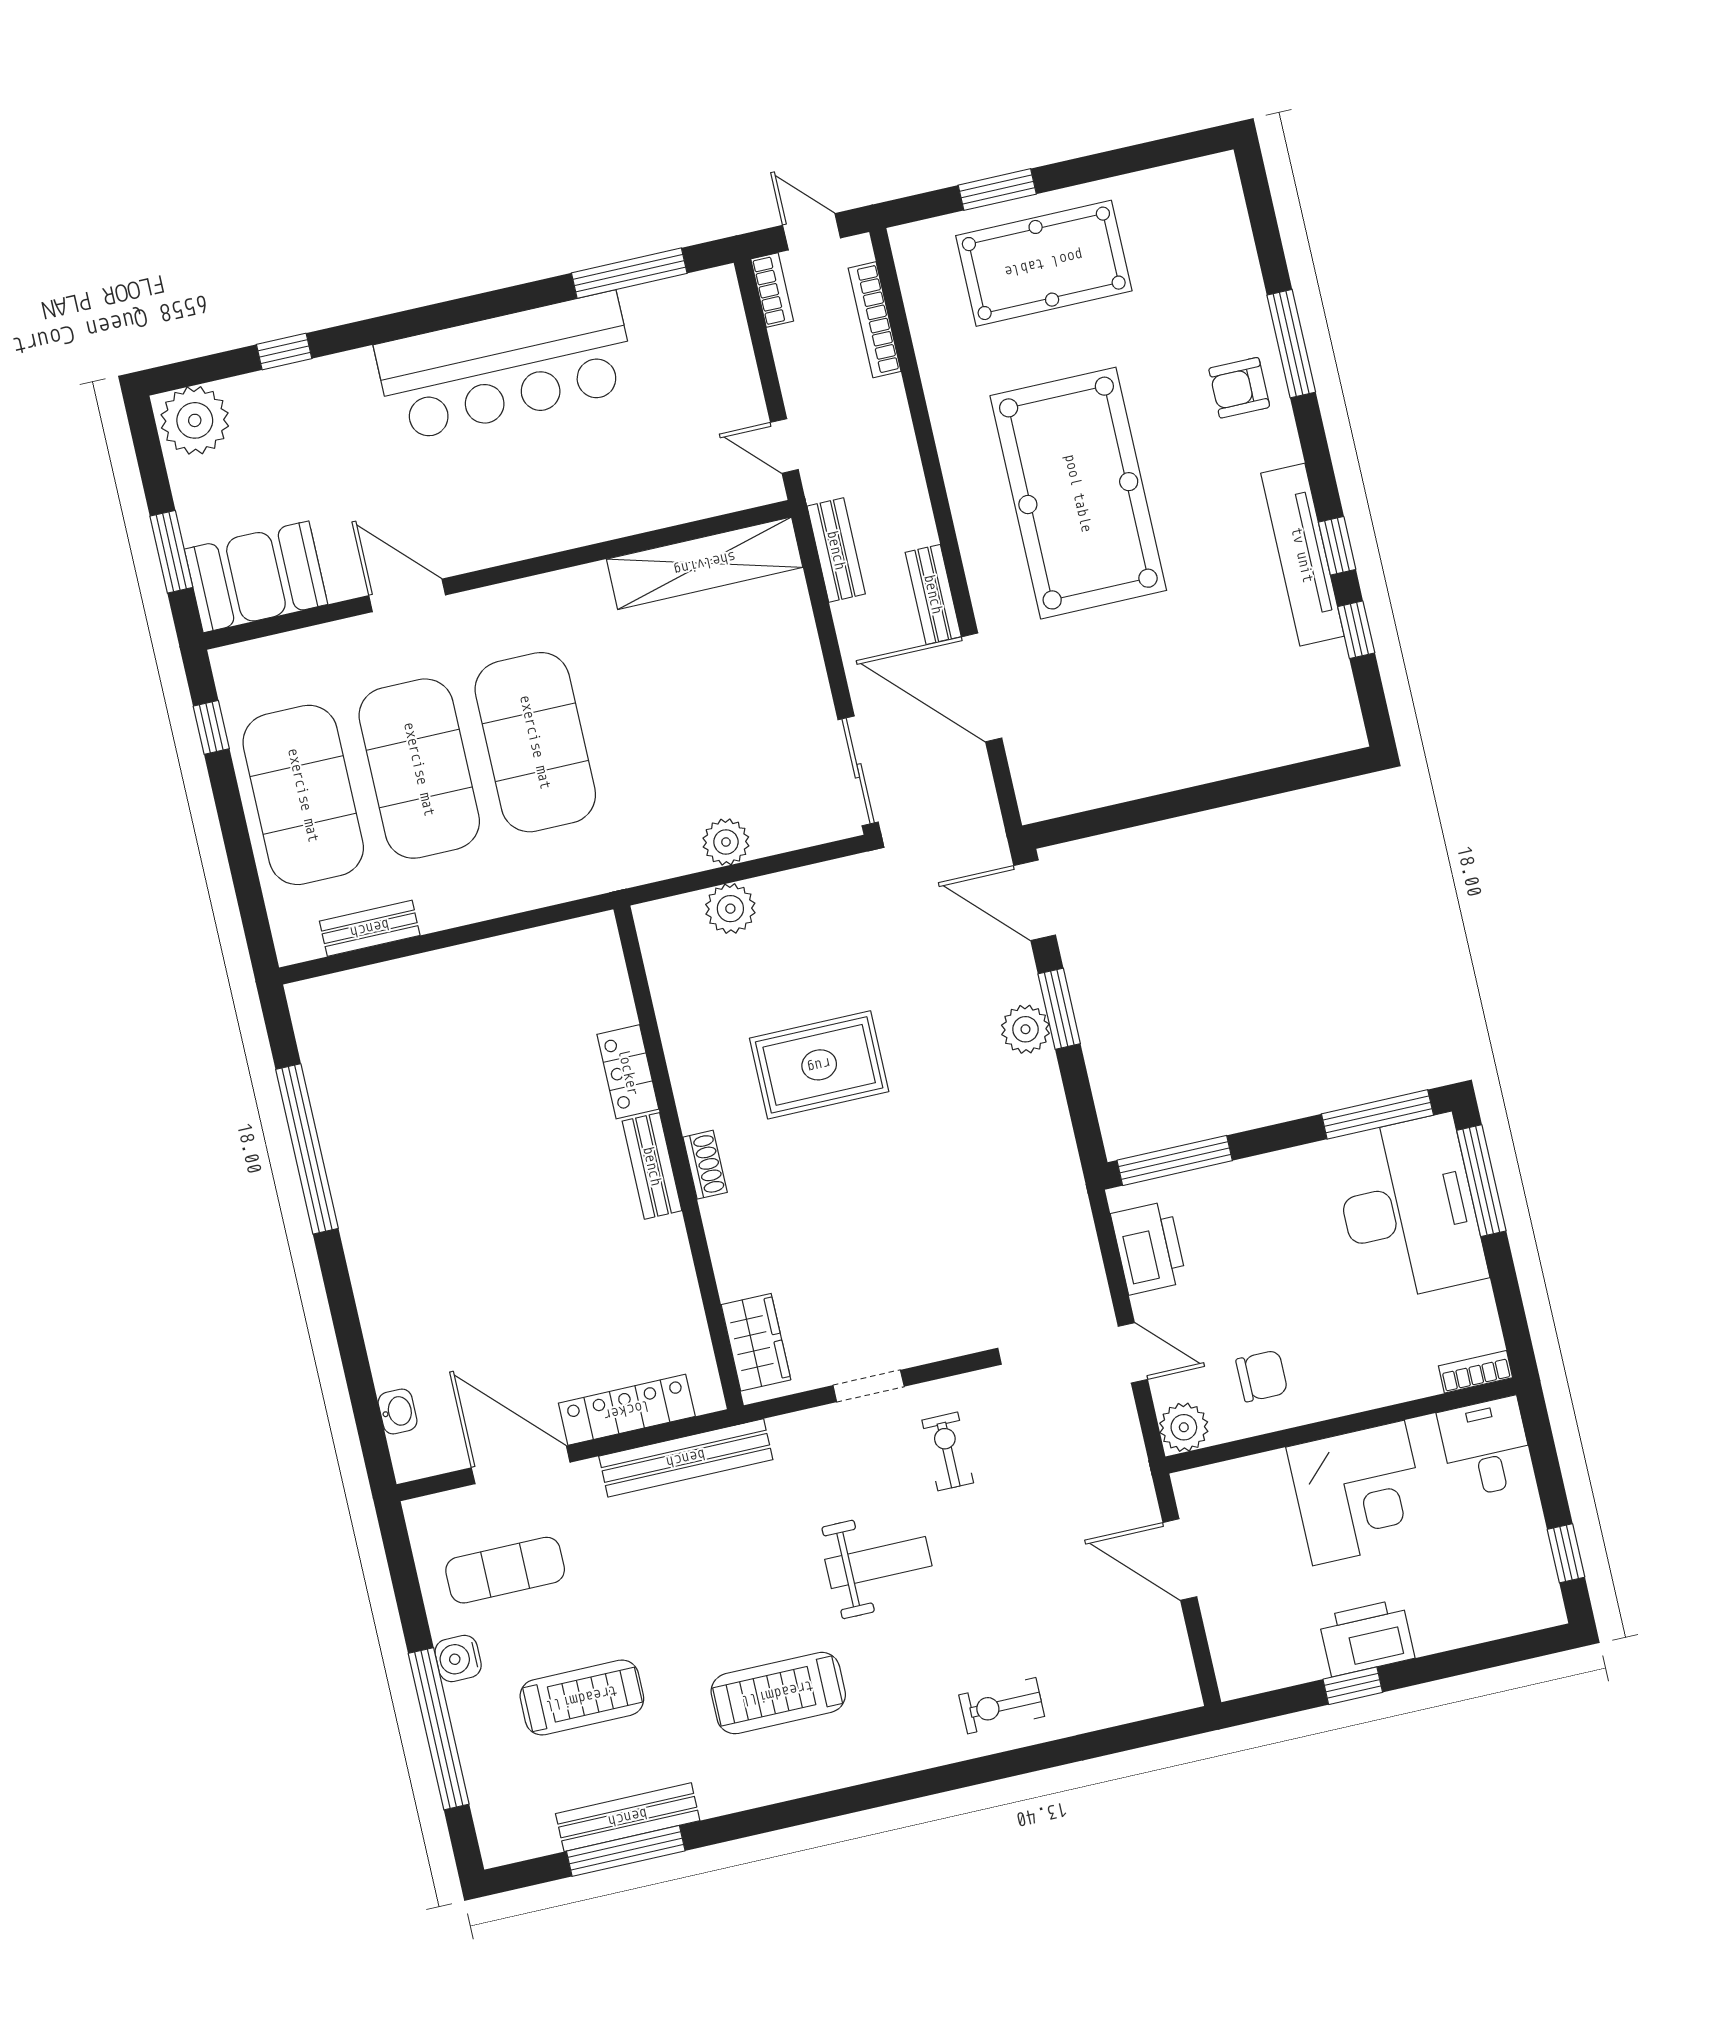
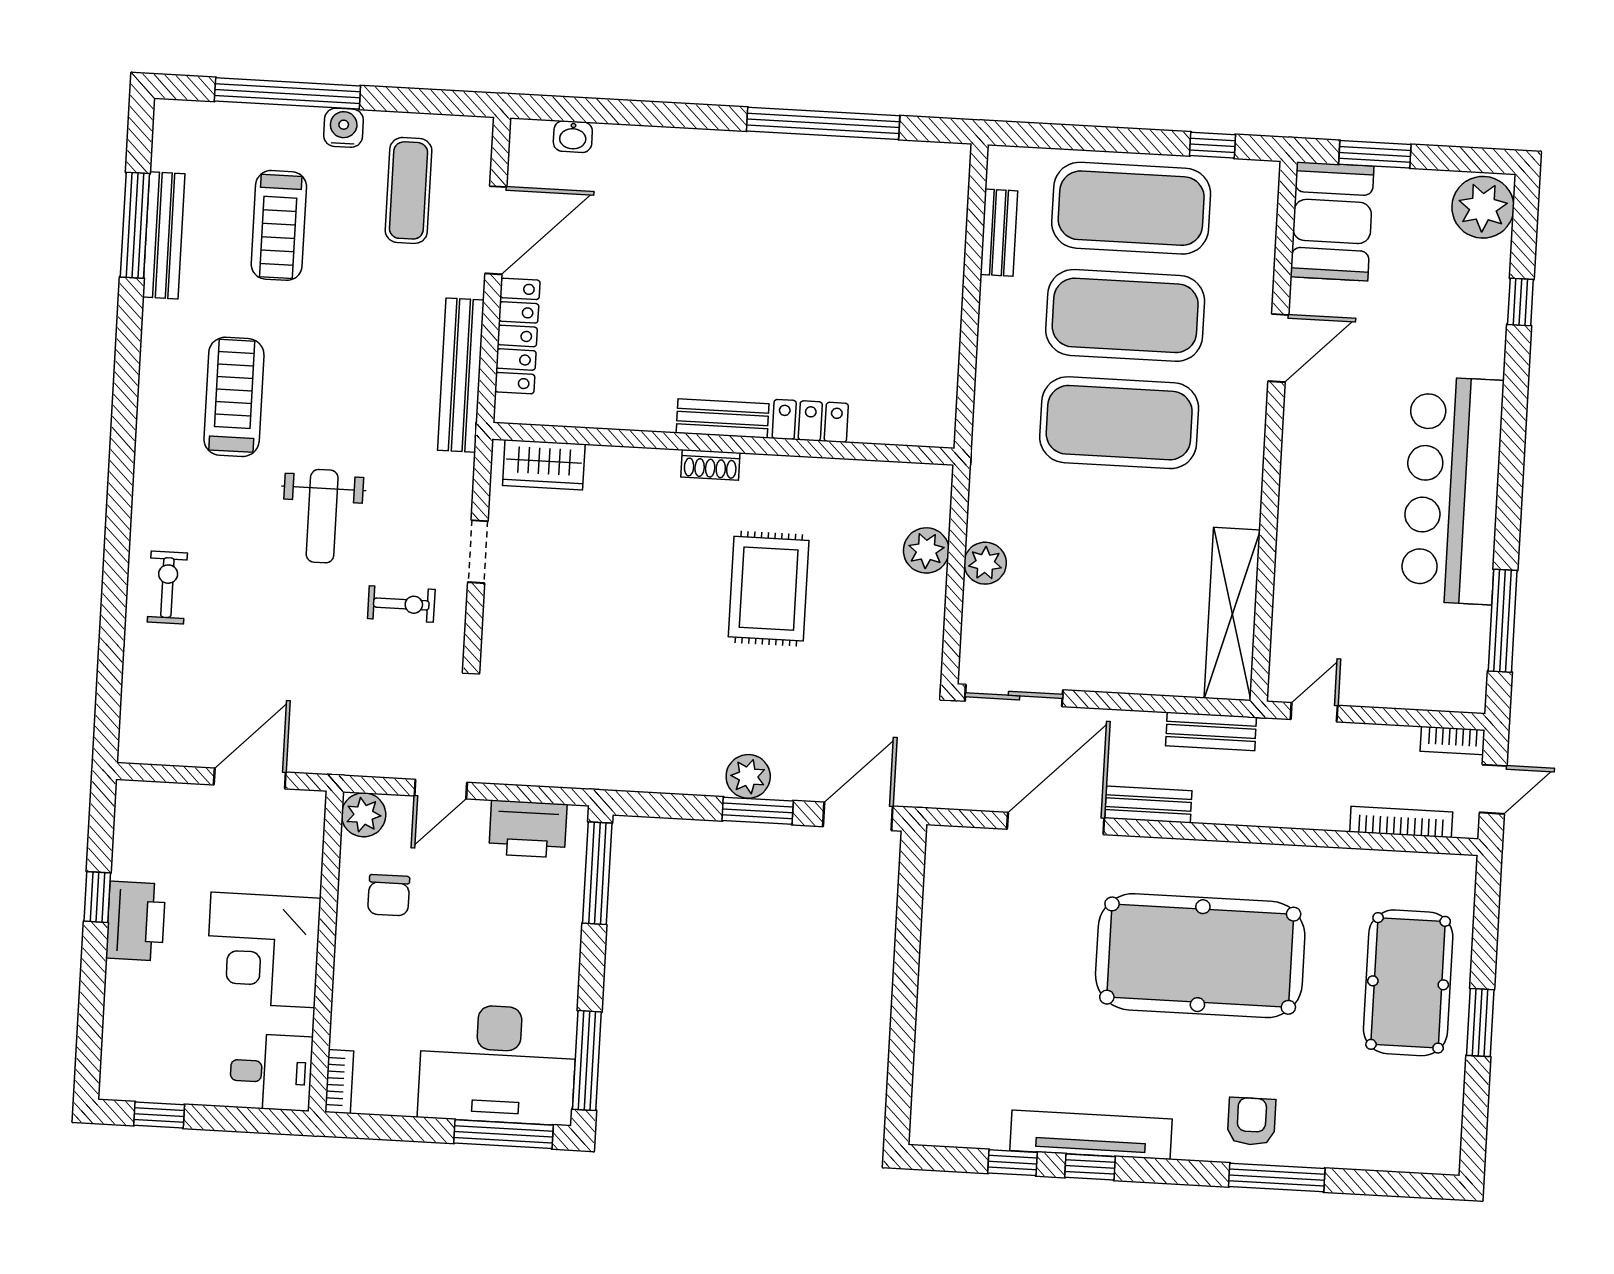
window: (997, 190) -> (1480, 1022), moved

